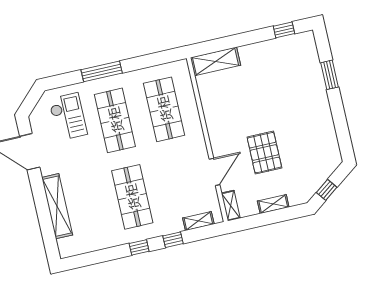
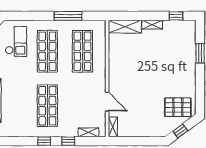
window: (102, 71) -> (68, 16), moved
pallet: (264, 153) -> (178, 107), moved, turned 90
door: (215, 172) -> (107, 102), hinge flipped
shelving: (273, 204) -> (152, 25), moved

